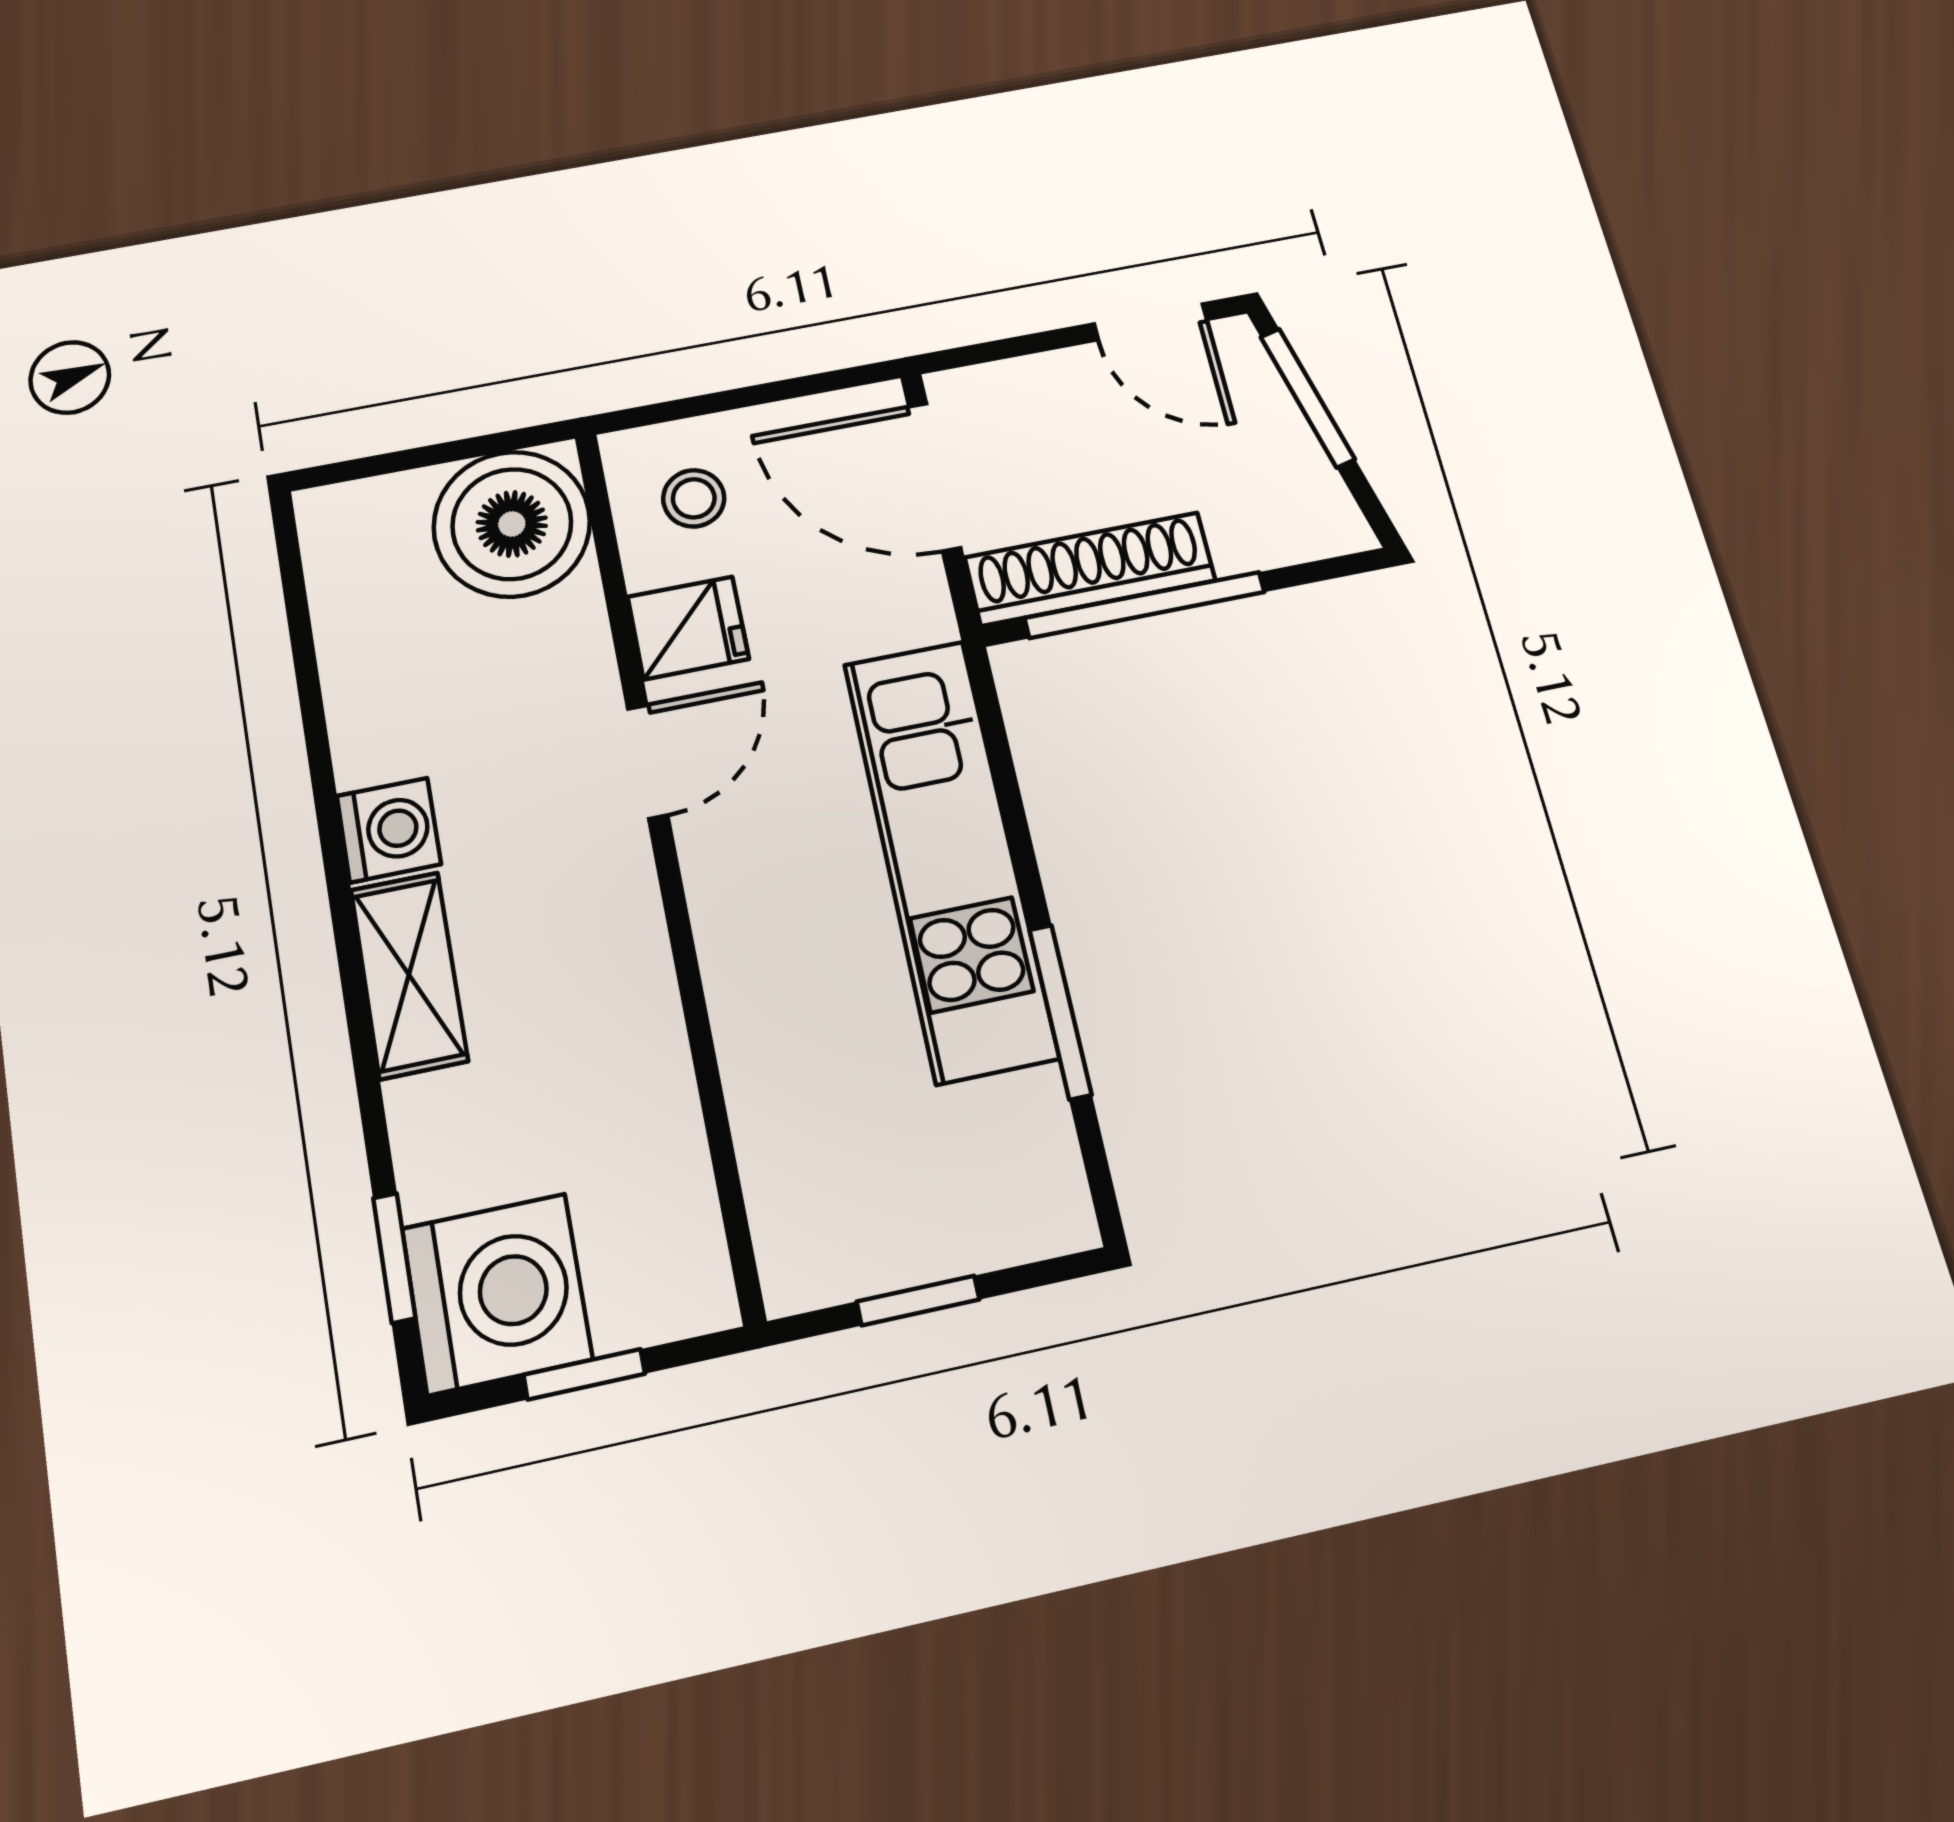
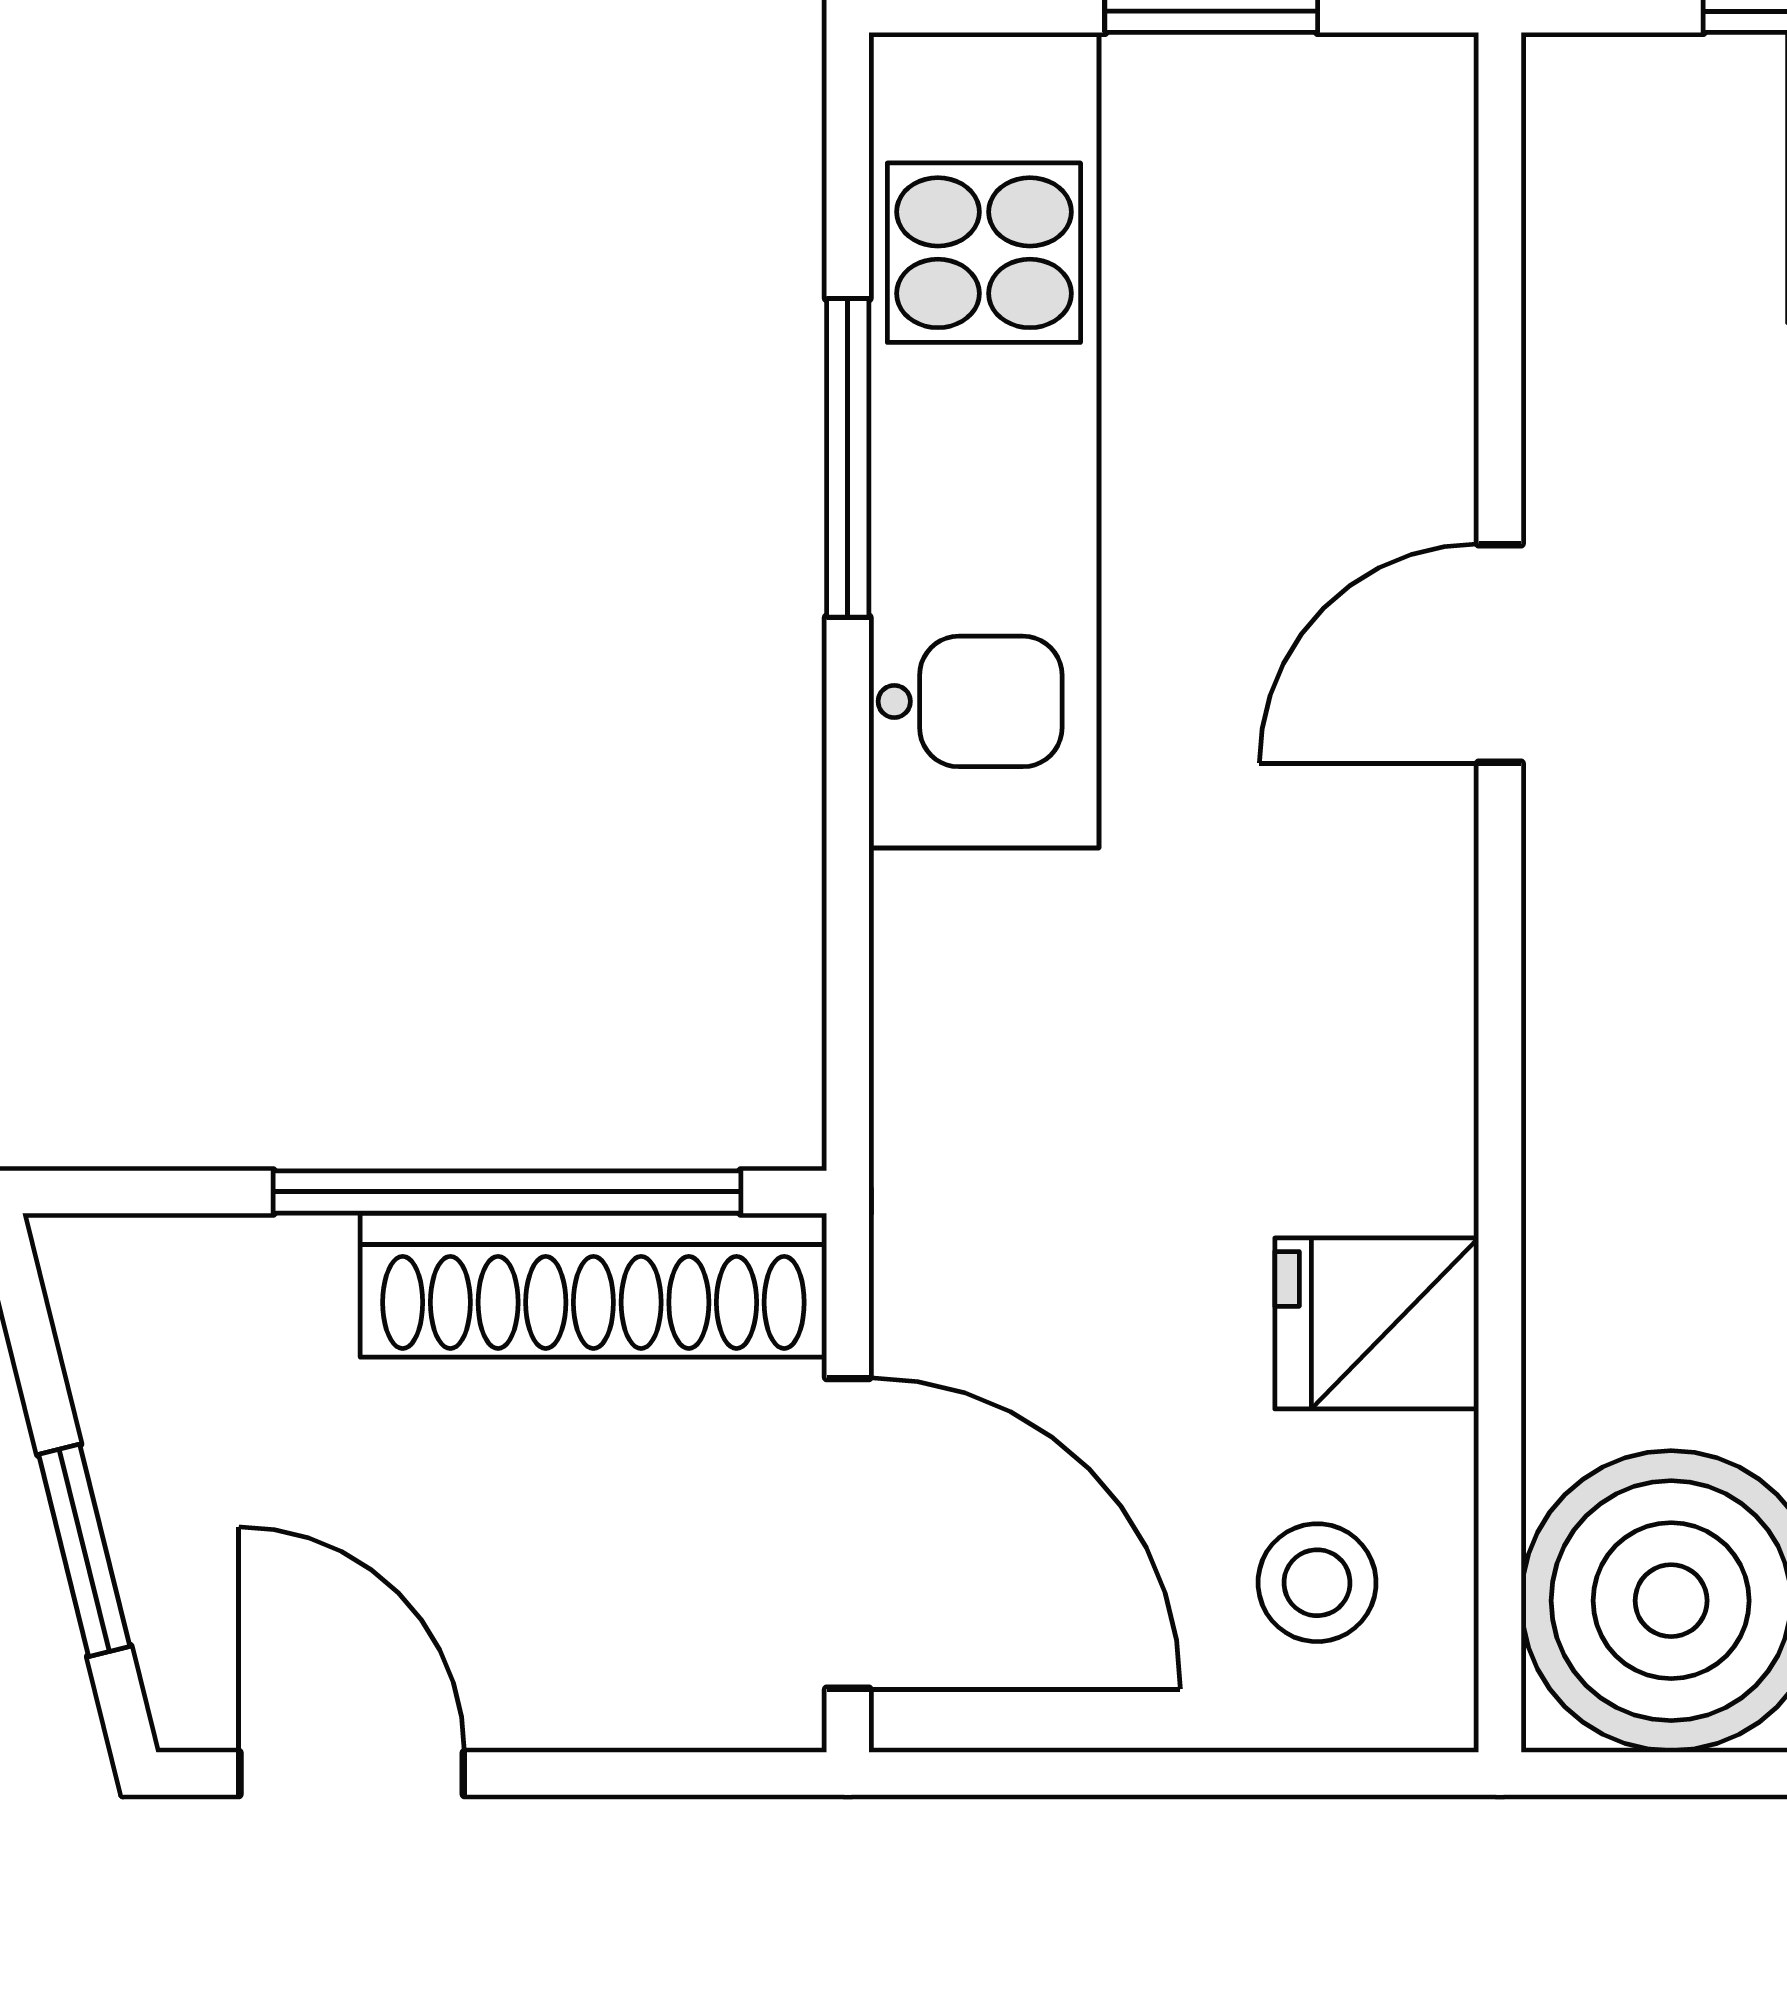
window: (1308, 398) -> (84, 1550), width x0.67
door: (648, 762) -> (1500, 653), moved
kitchen unit: (950, 857) -> (984, 440), moved

